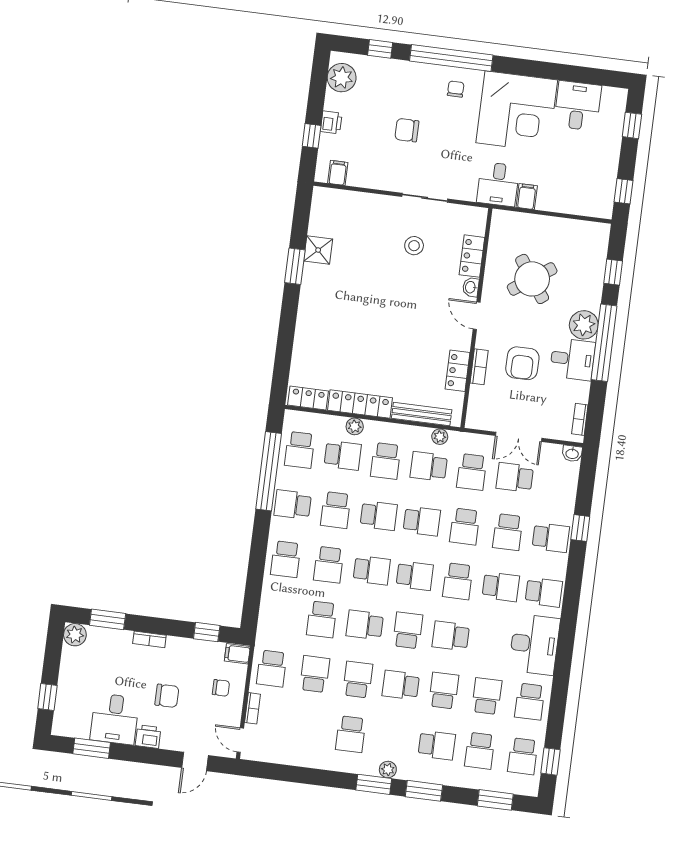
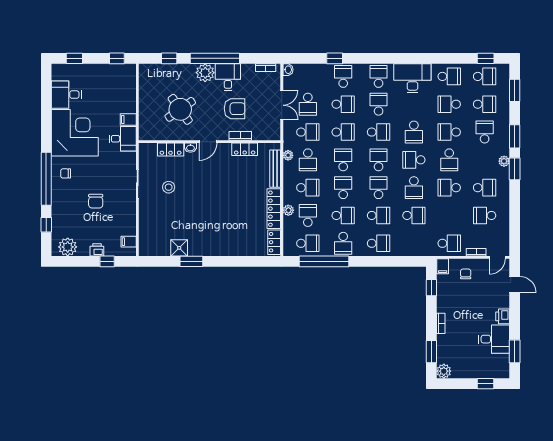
school desk: (315, 674) -> (485, 215), moved
chair: (167, 696) -> (475, 308), removed

